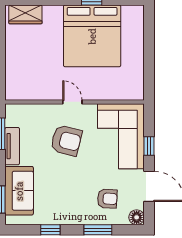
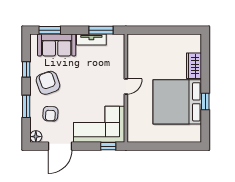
wardrobe: (25, 14) -> (194, 66), moved
armchair: (66, 140) -> (48, 83), moved, turned 147
window: (149, 146) -> (108, 146), moved

